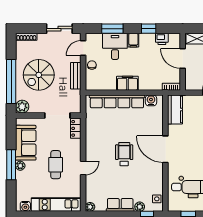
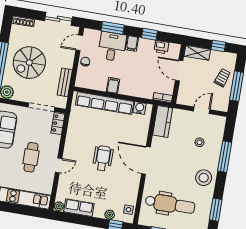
bench: (76, 76) -> (65, 82), moved
filing cabinet: (127, 83) -> (113, 85), width x0.50
row of seats: (120, 205) -> (79, 208), moved

